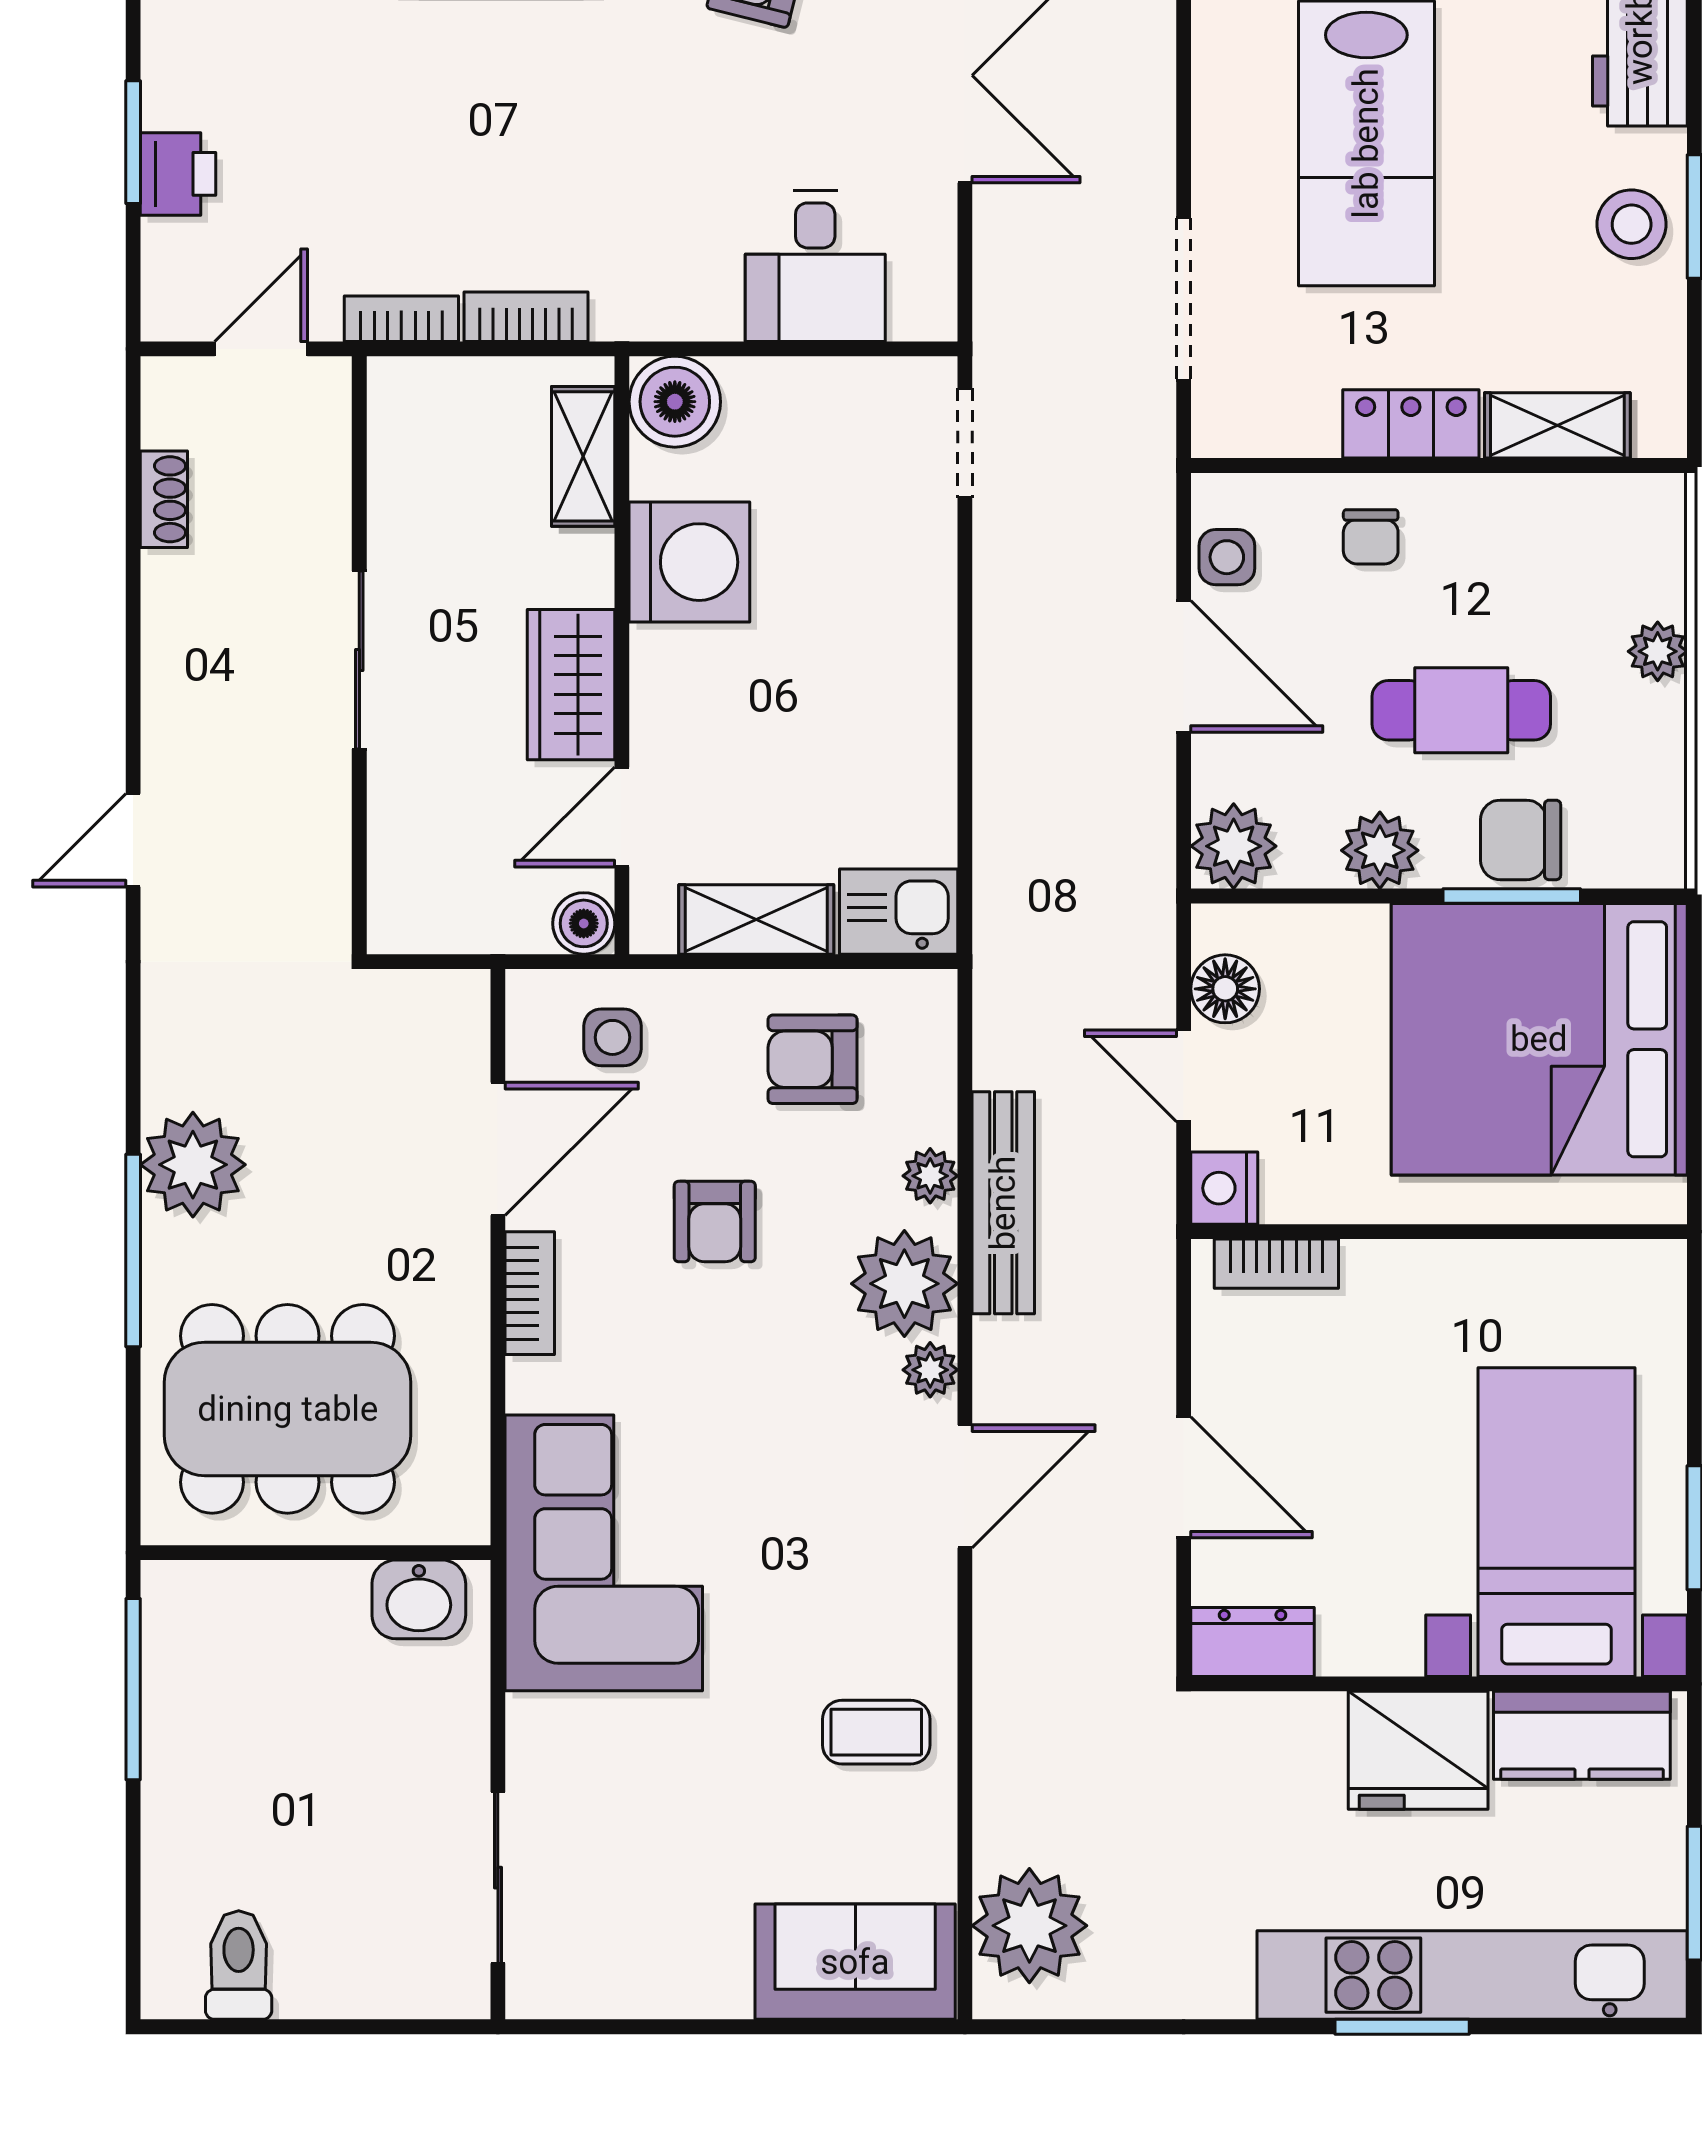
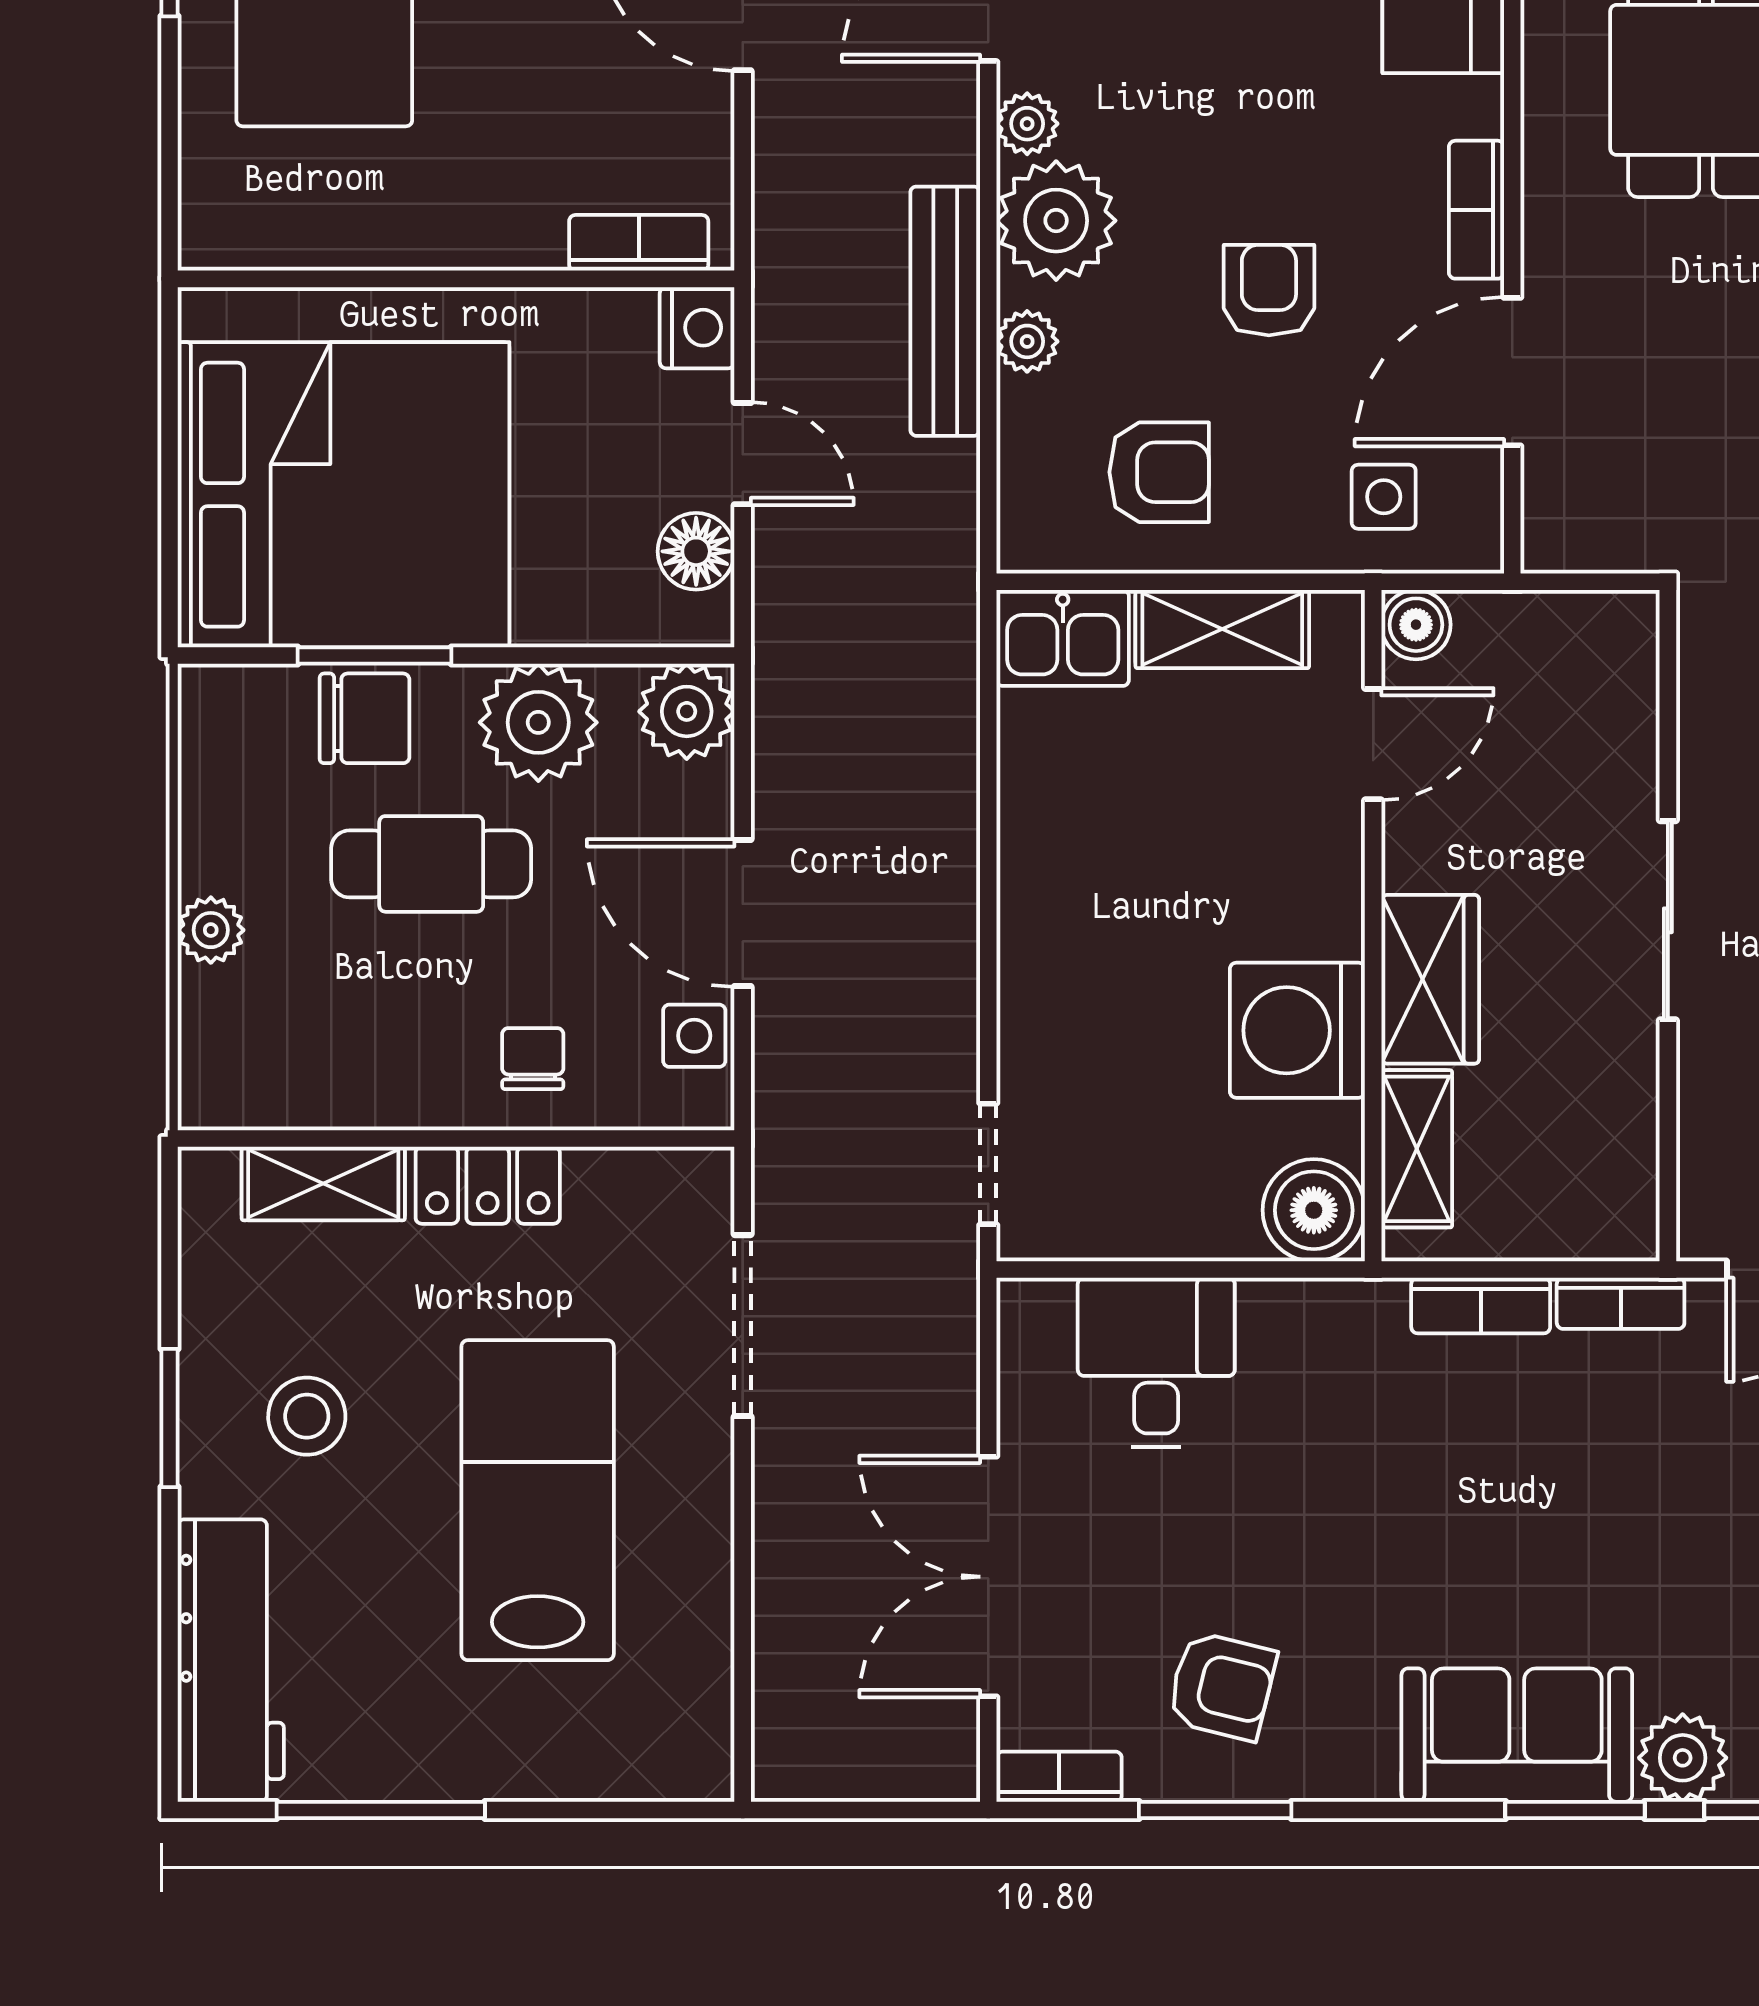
stool: (1632, 224) -> (307, 1416), moved
wardrobe: (571, 685) -> (1430, 979), moved
plant: (1380, 850) -> (538, 722), width x1.36, depth x1.36

